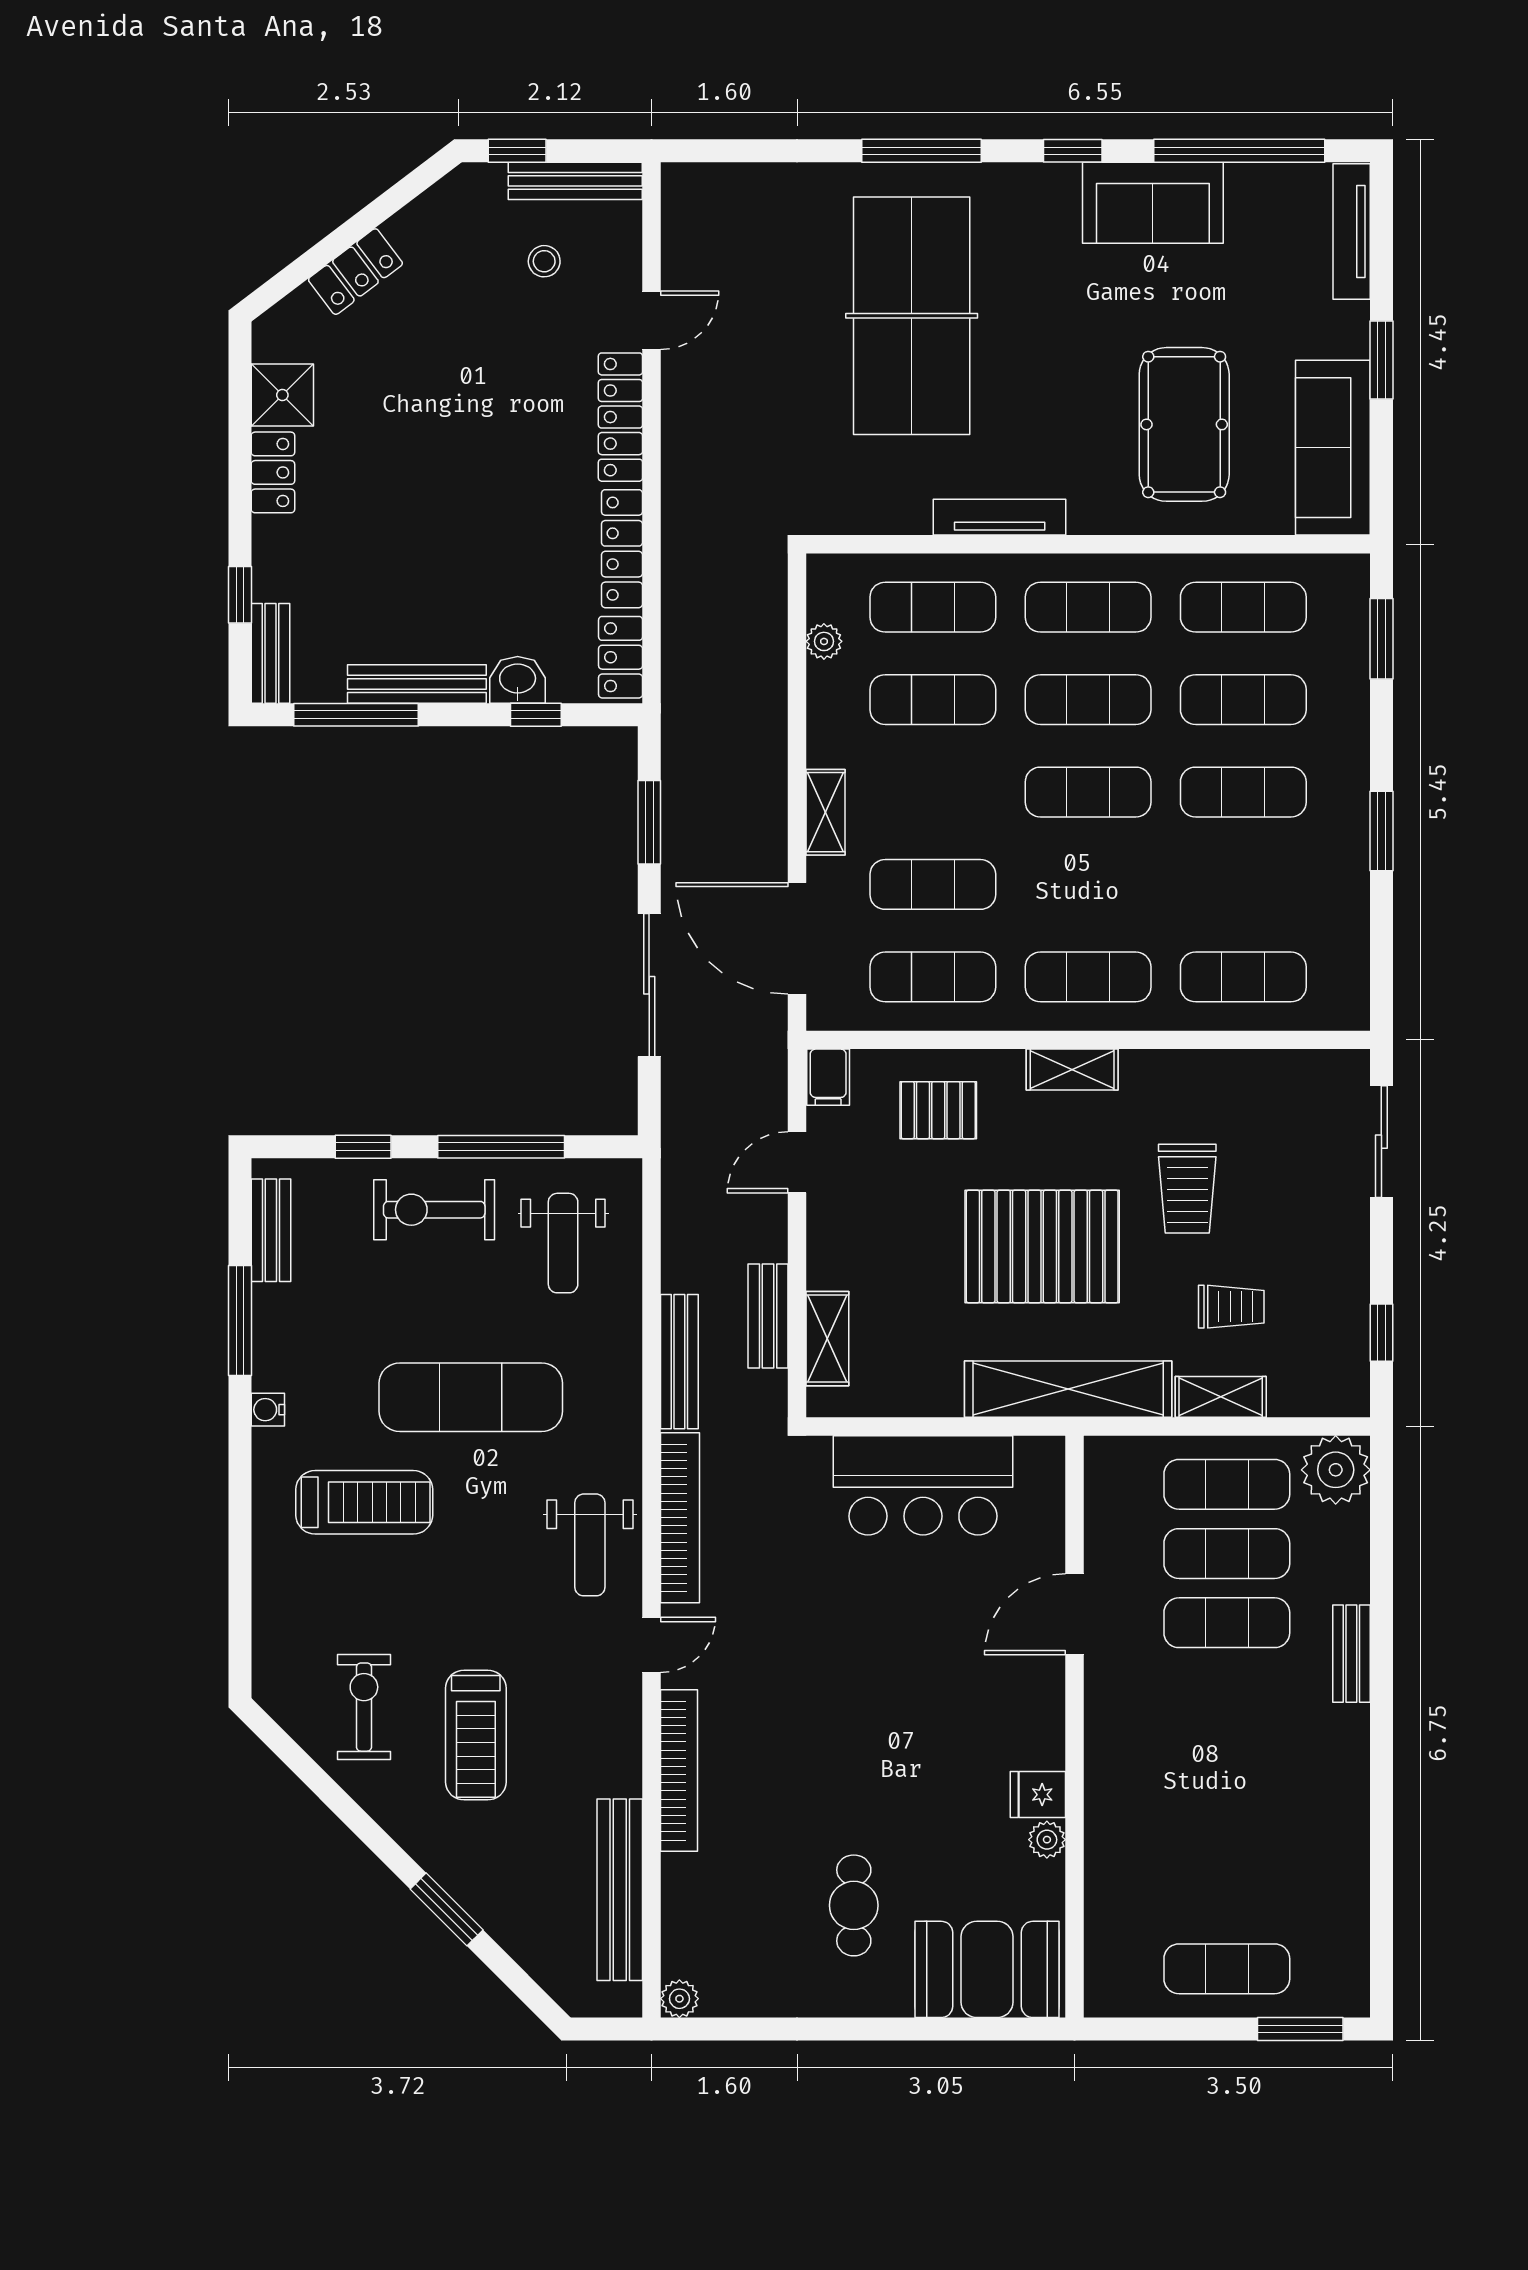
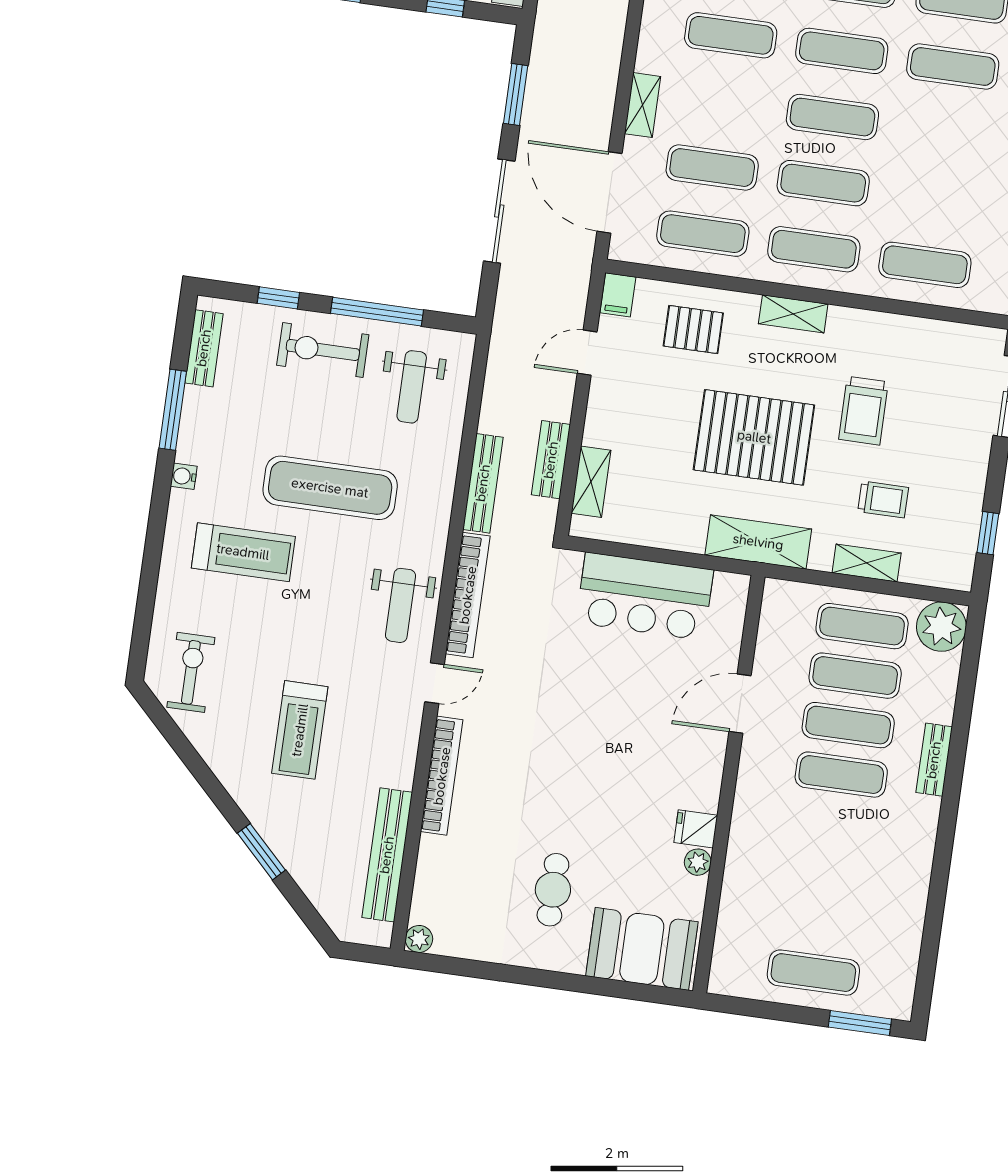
exercise mat: (1243, 792) -> (823, 183), moved
shelving: (1068, 1389) -> (758, 542), width x0.68
exercise mat: (1227, 1692) -> (841, 775), added
exercise bike: (364, 1707) -> (191, 672), moved

